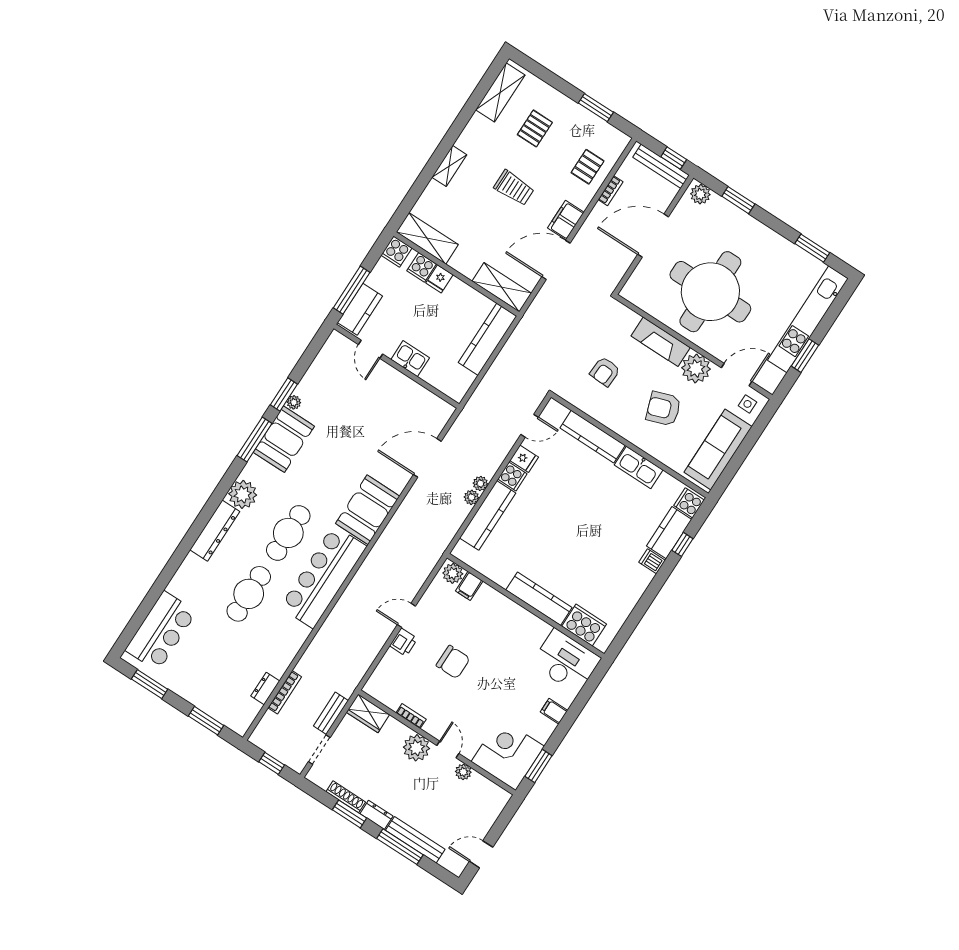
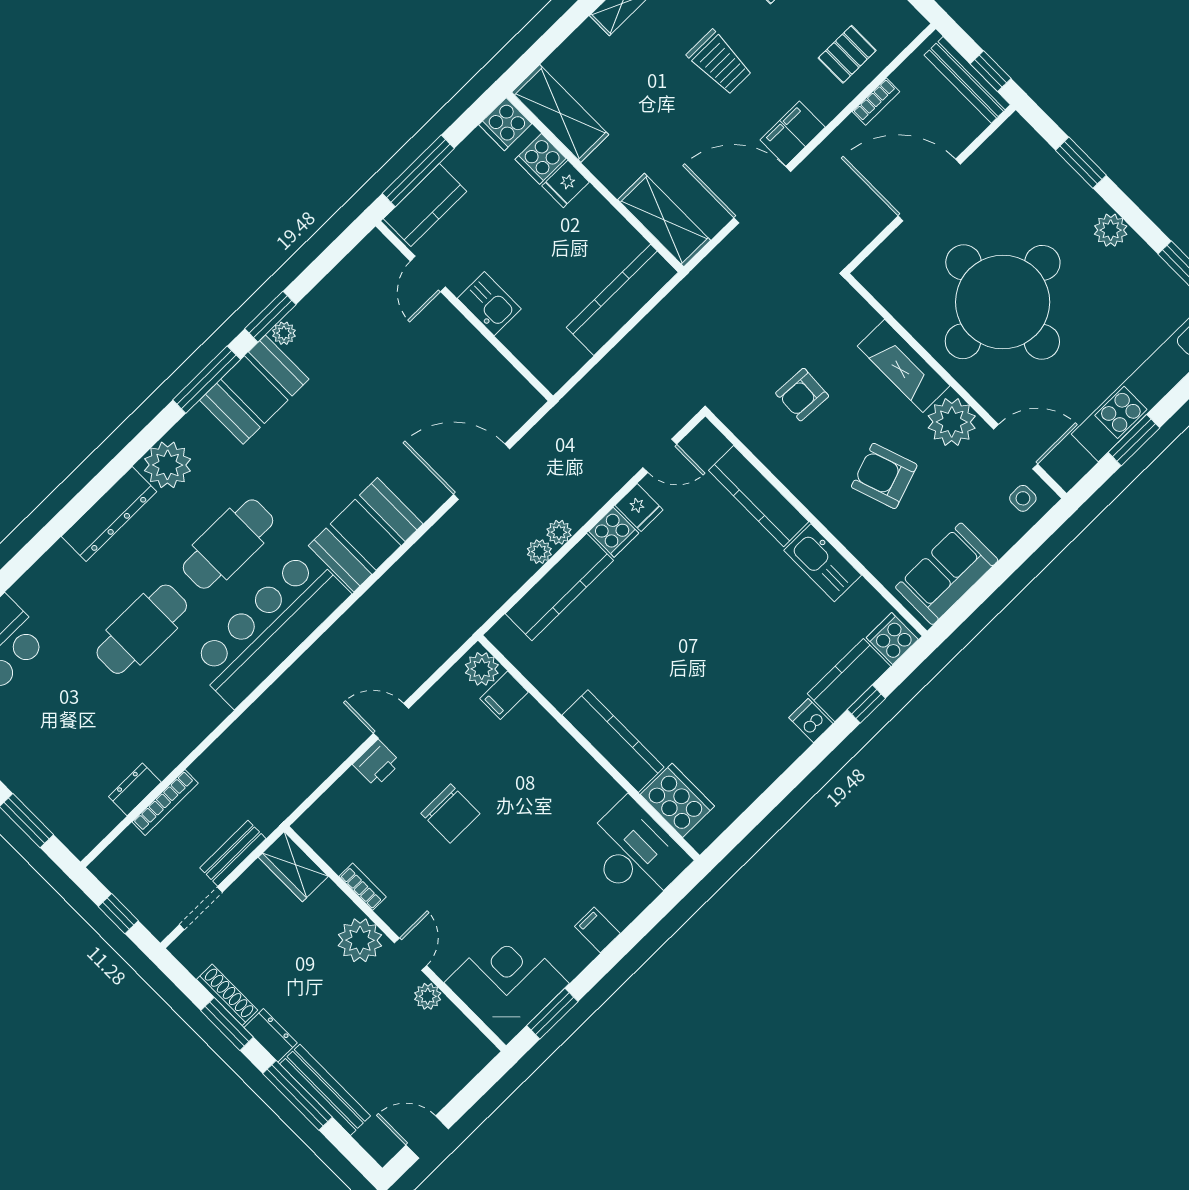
plant: (700, 194) -> (1111, 230), moved
sofa: (718, 449) -> (947, 574), width x0.73

